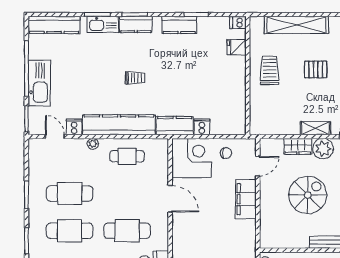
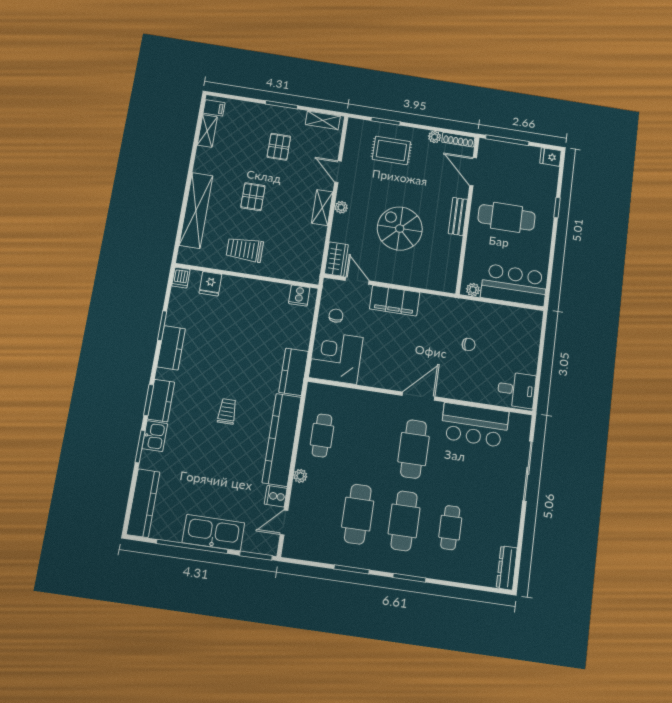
kitchen sink: (103, 24) -> (155, 436), width x0.73
cooker: (202, 127) -> (299, 296), moved, turned -90
wardrobe: (298, 146) -> (336, 259), moved
plant: (323, 149) -> (341, 207), width x0.53, depth x0.53
door: (170, 199) -> (419, 396), moved

